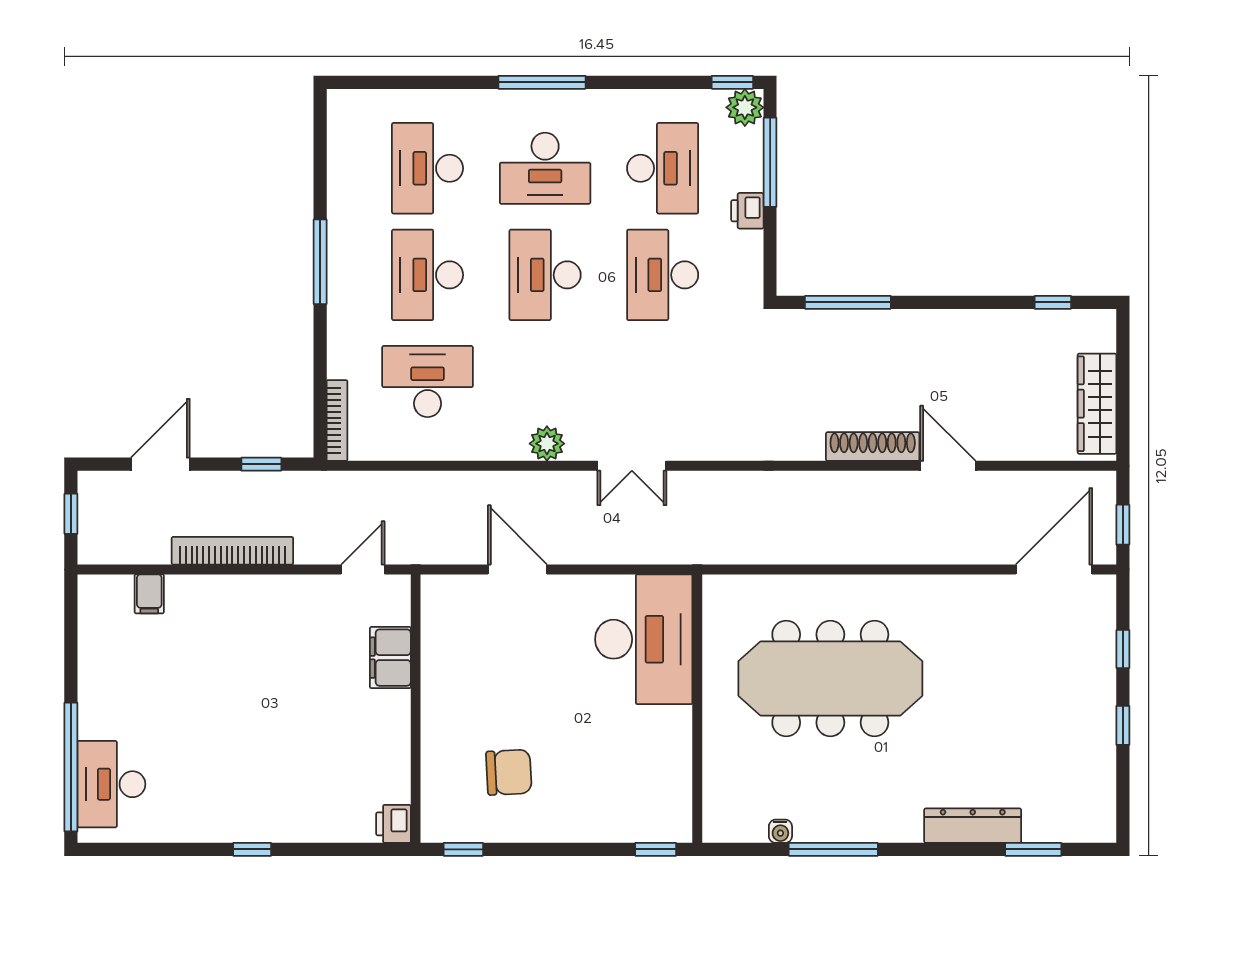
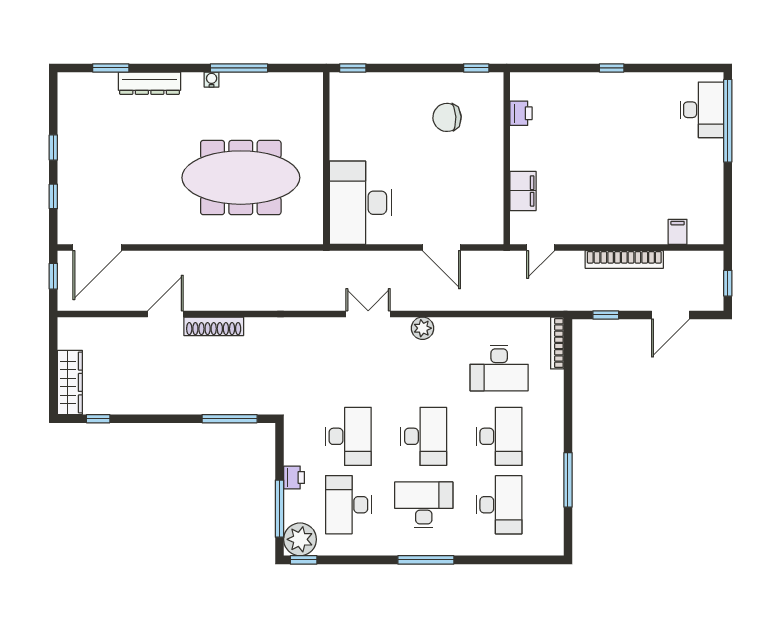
plant: (745, 107) -> (300, 539), width x1.36, depth x1.36
window: (320, 262) -> (568, 480), moved
wardrobe: (1097, 404) -> (70, 382), moved
door: (948, 466) -> (165, 314), swing flipped
printer: (393, 824) -> (521, 113), moved
water cooler: (780, 831) -> (212, 80), moved

